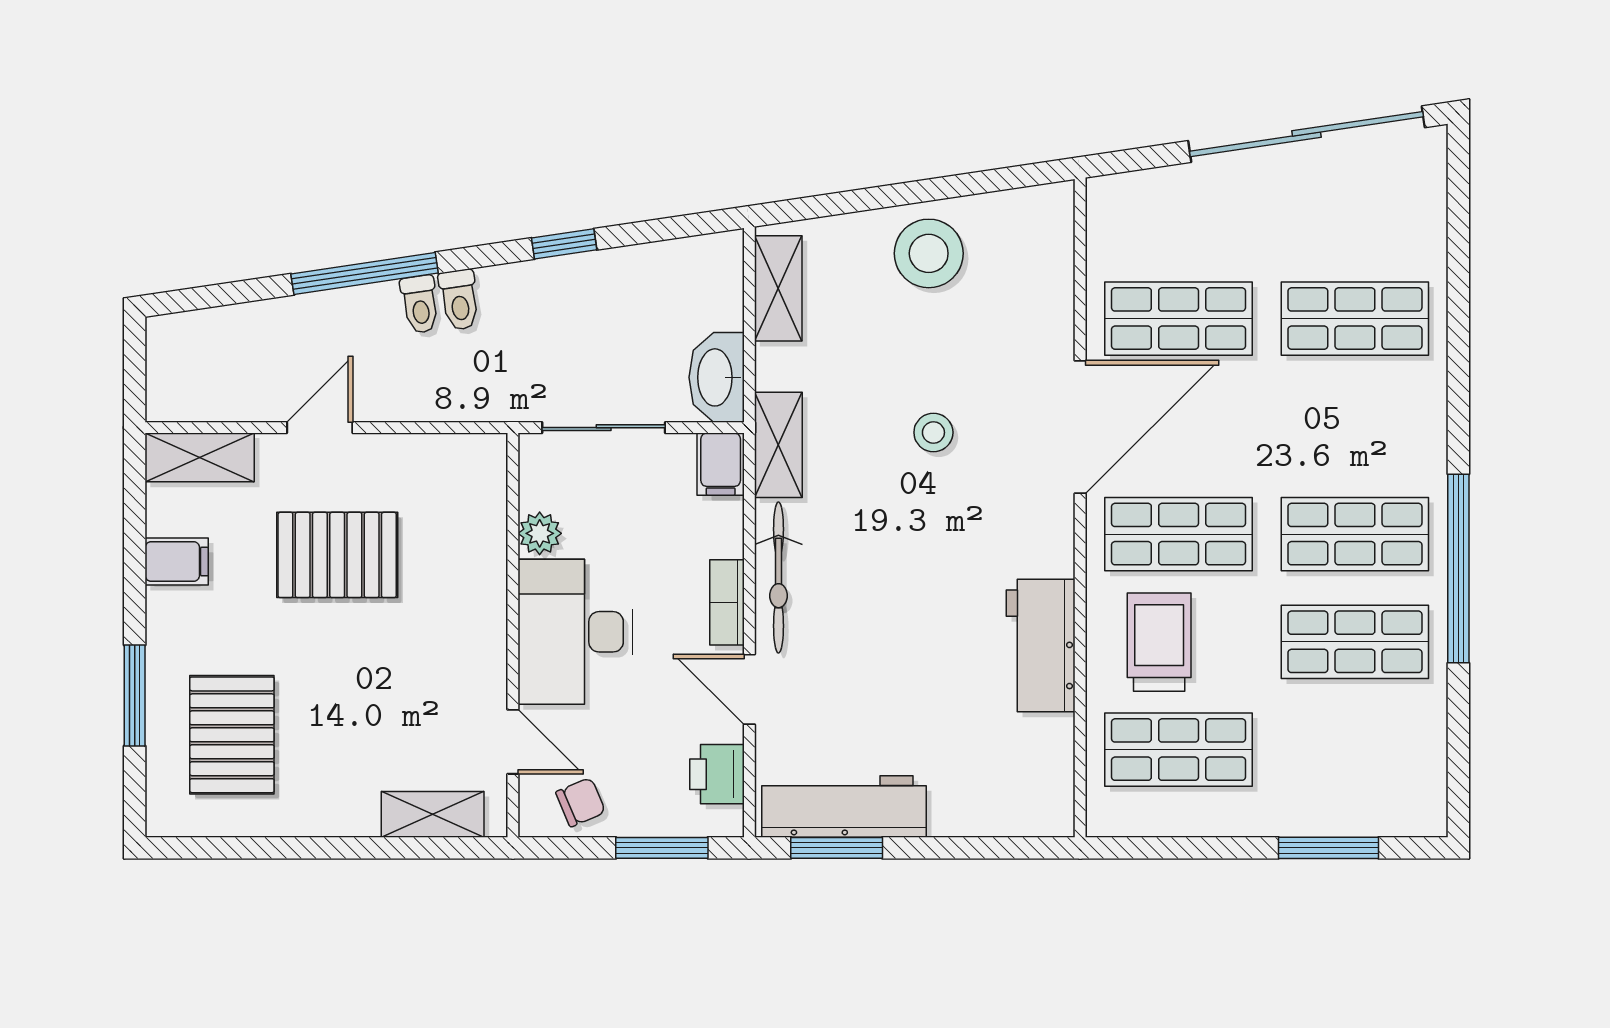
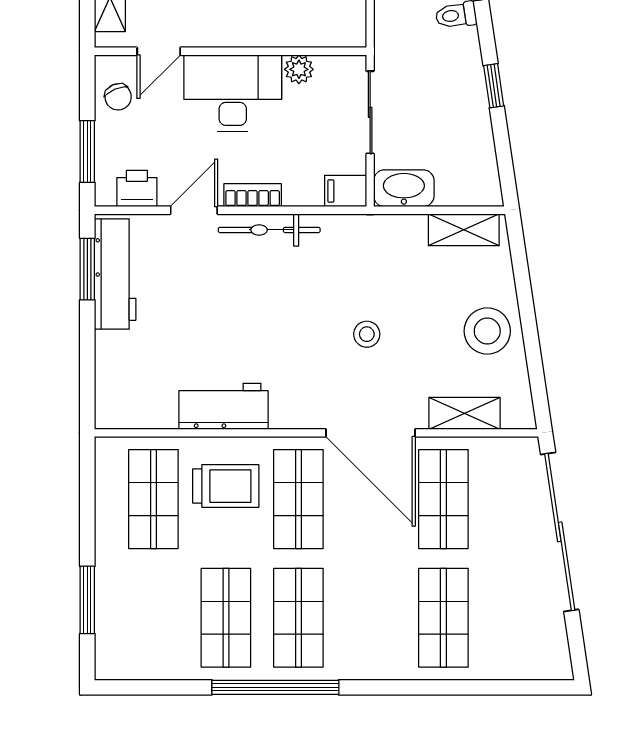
sliding door: (1307, 134) -> (560, 532), moved
shelving: (778, 445) -> (465, 413), moved

